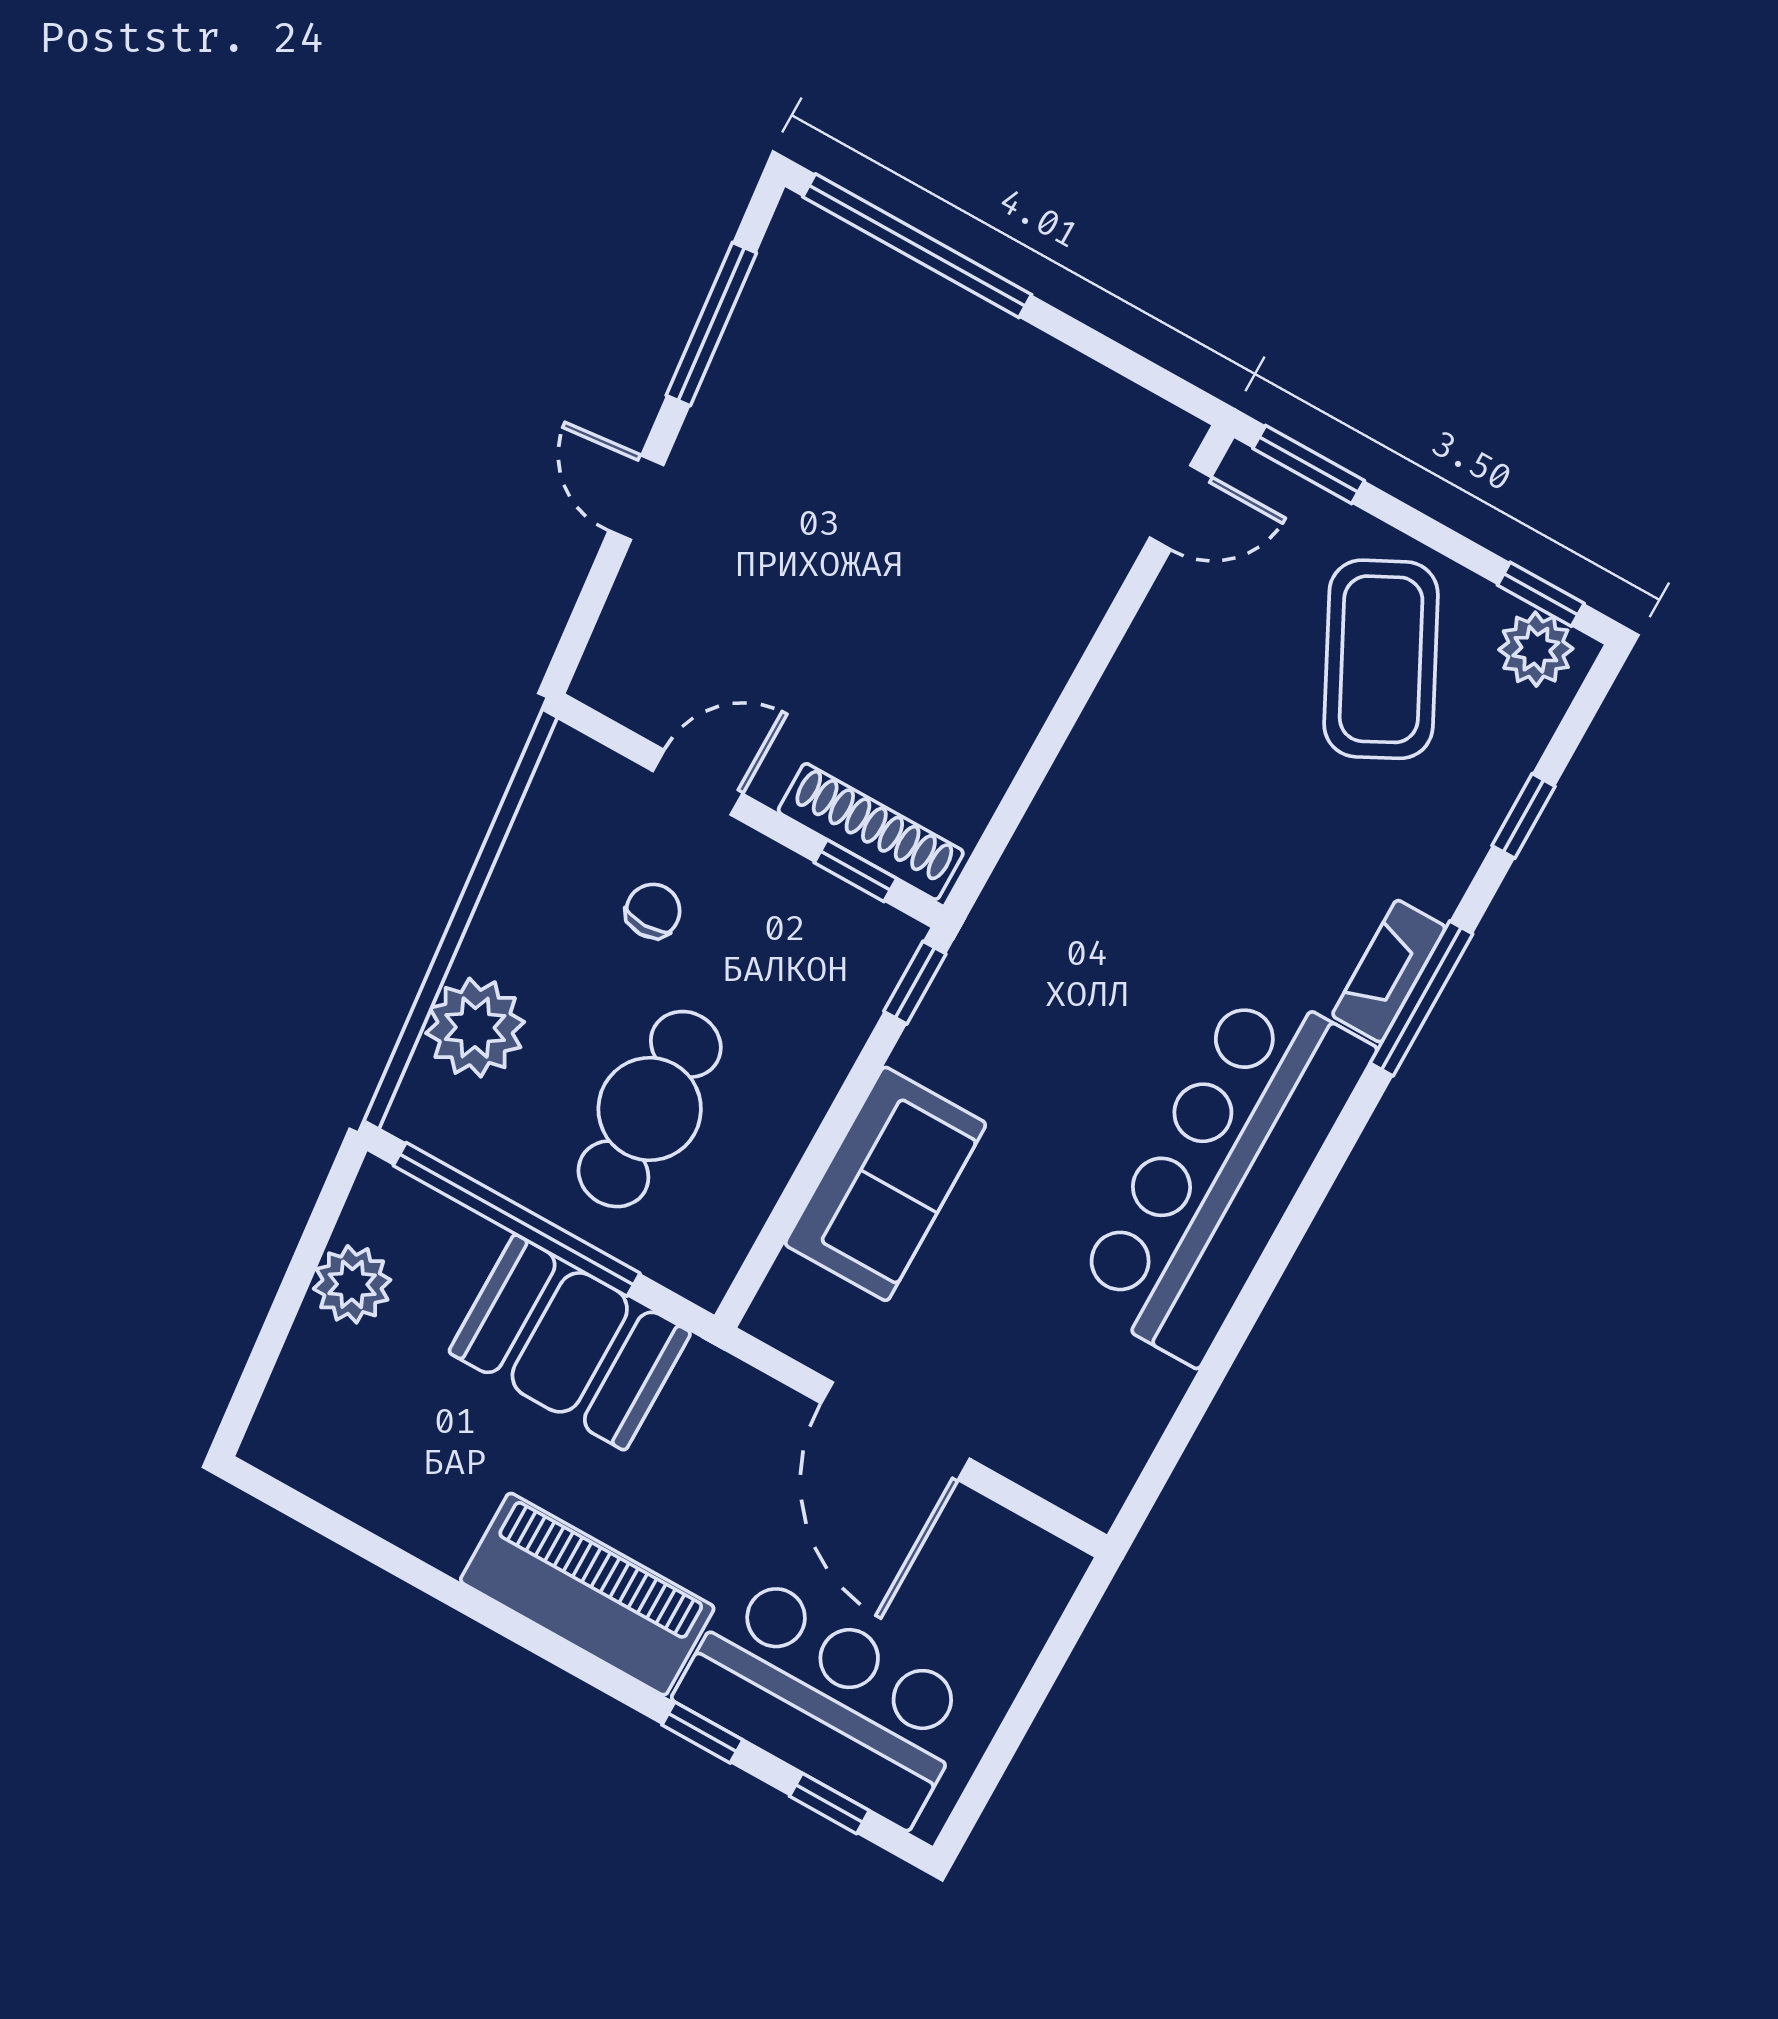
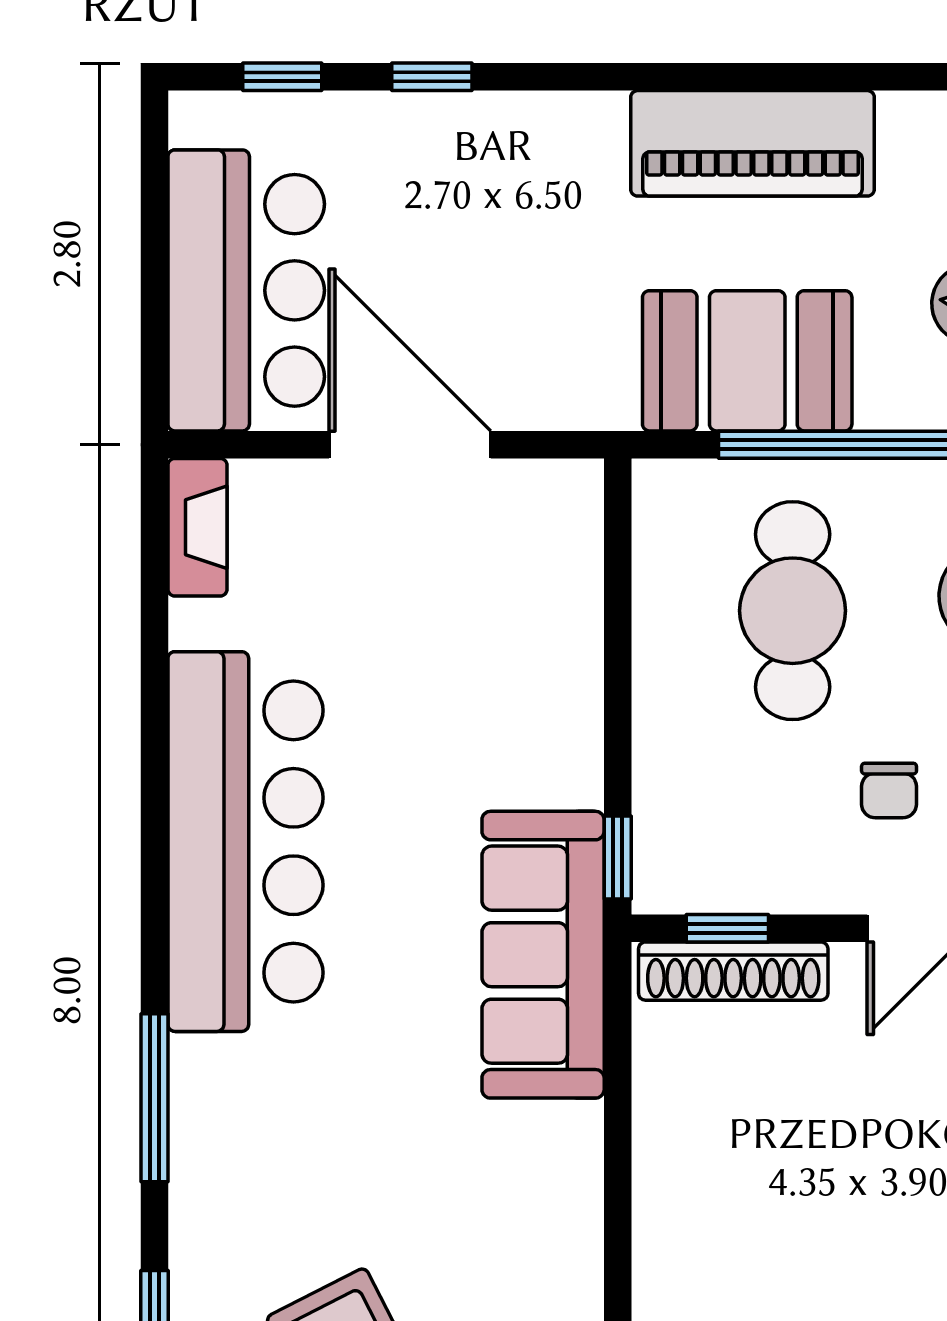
fireplace: (1389, 971) -> (197, 527), moved
sofa: (885, 1184) -> (543, 955), moved, width x1.36
piano: (587, 1594) -> (753, 143), moved
bar counter: (826, 1700) -> (246, 290), moved, turned -90

